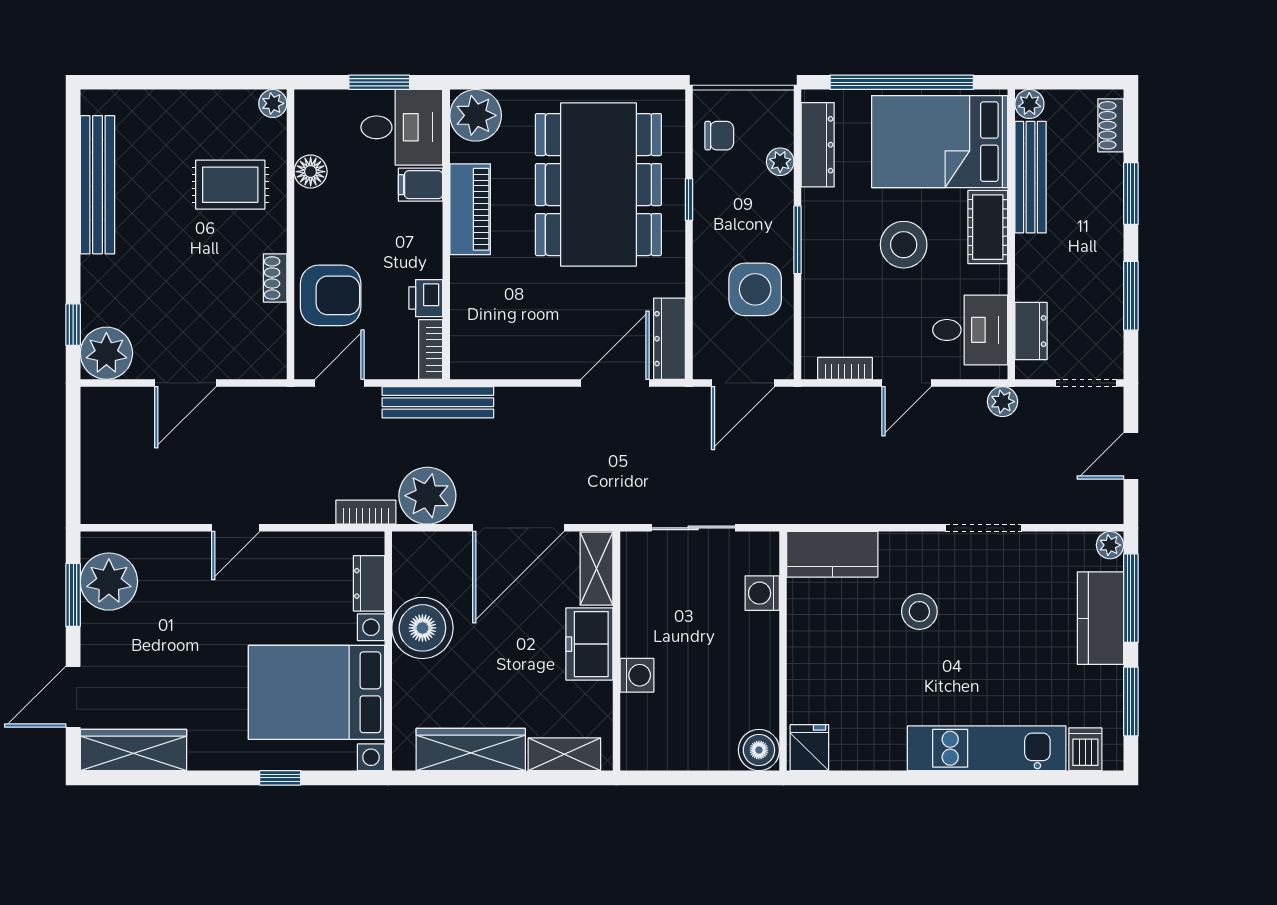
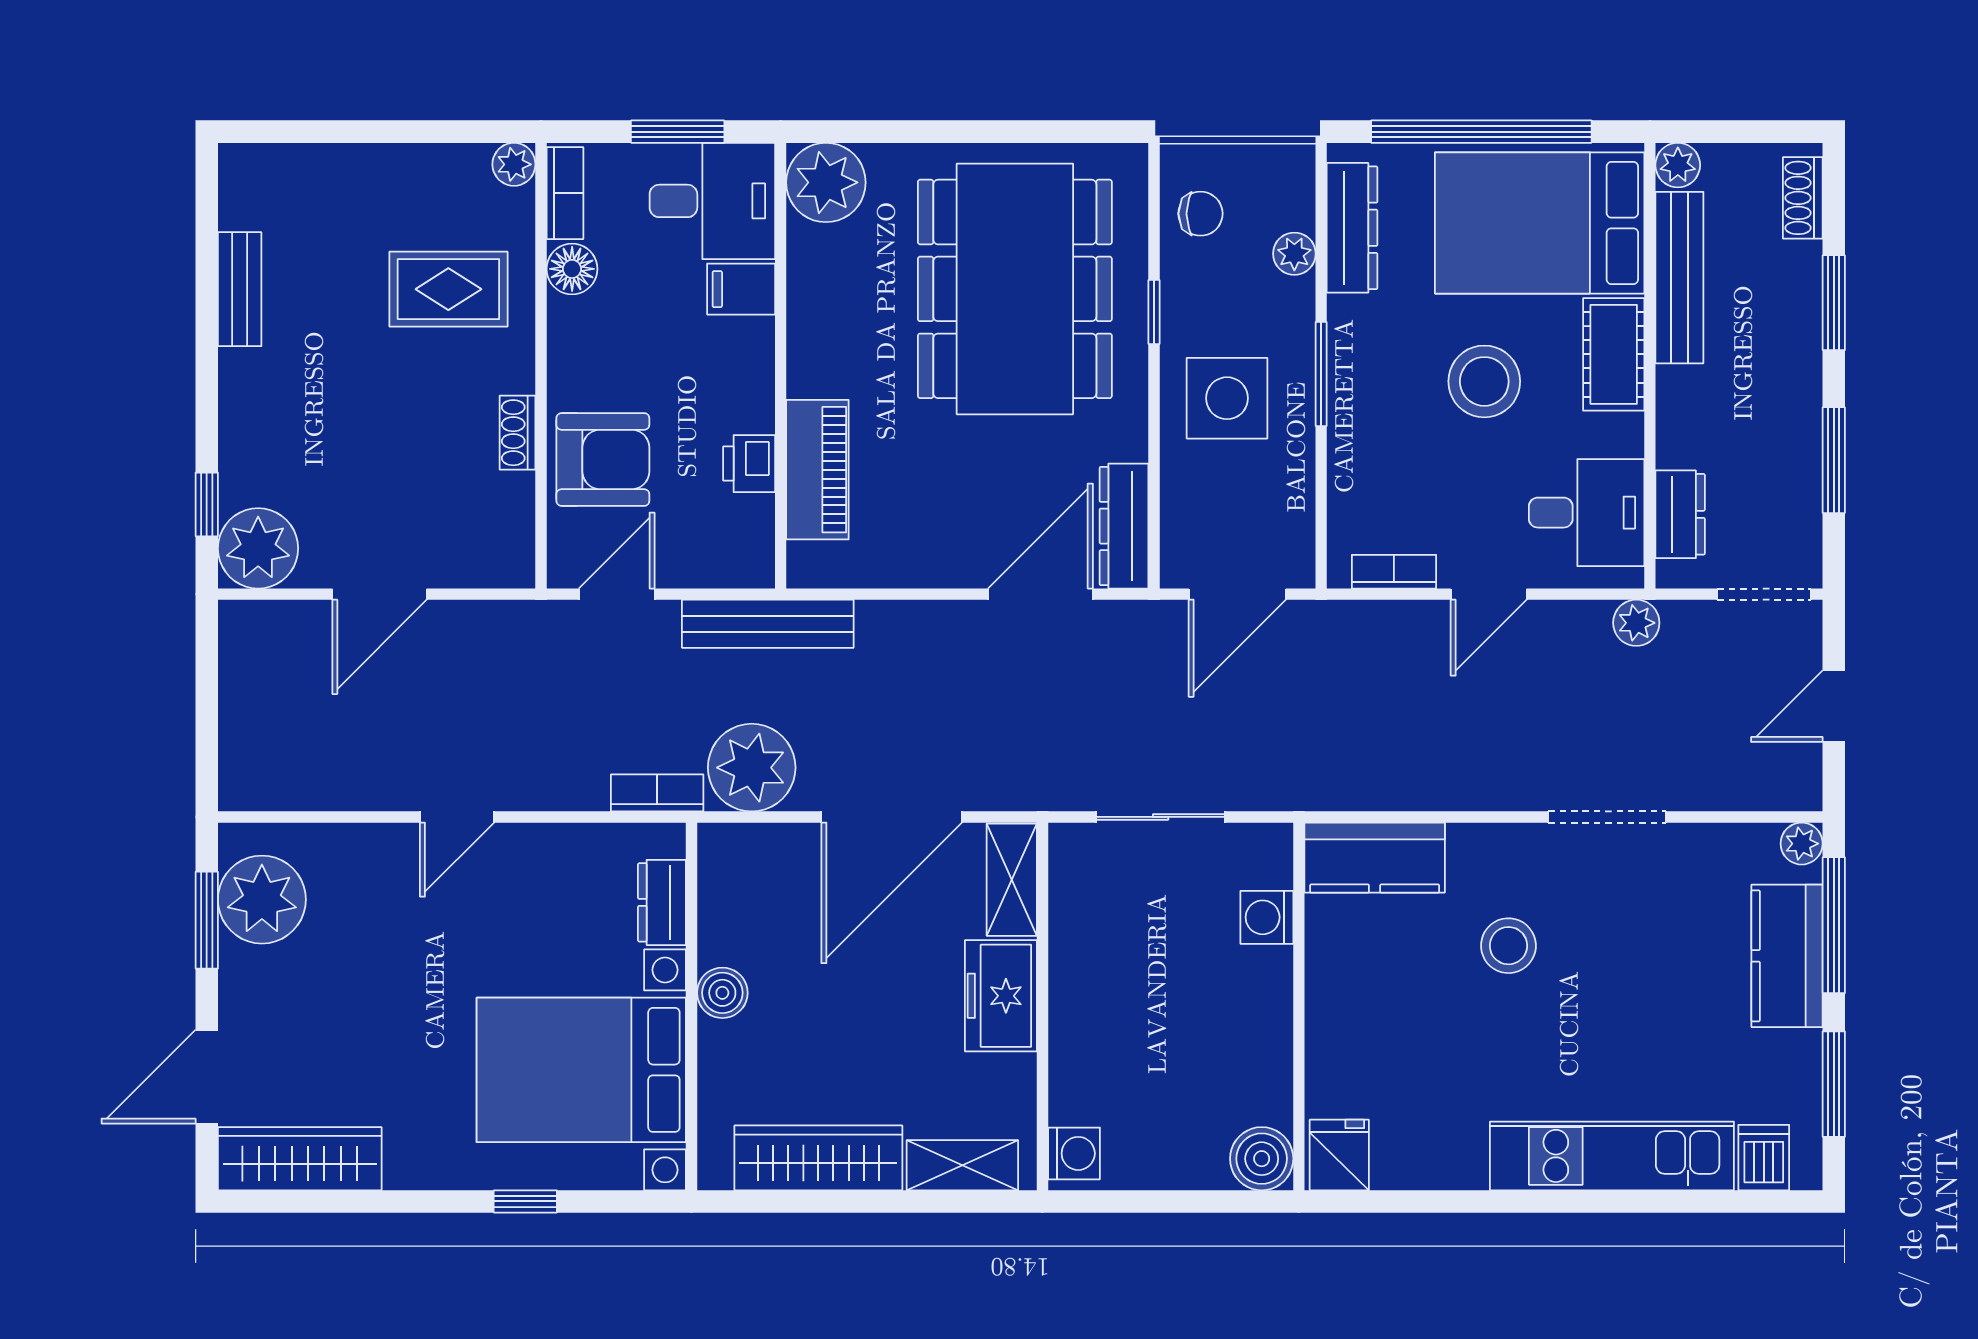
bench: (97, 185) -> (240, 289), width x0.54, depth x0.82
piano: (470, 209) -> (817, 470), moved
side table: (755, 289) -> (1227, 398), moved
bookcase: (431, 349) -> (565, 193), moved, turned 180
boiler: (422, 628) -> (722, 993), width x0.54, depth x0.54
washing machine: (637, 675) -> (1074, 1153), moved

